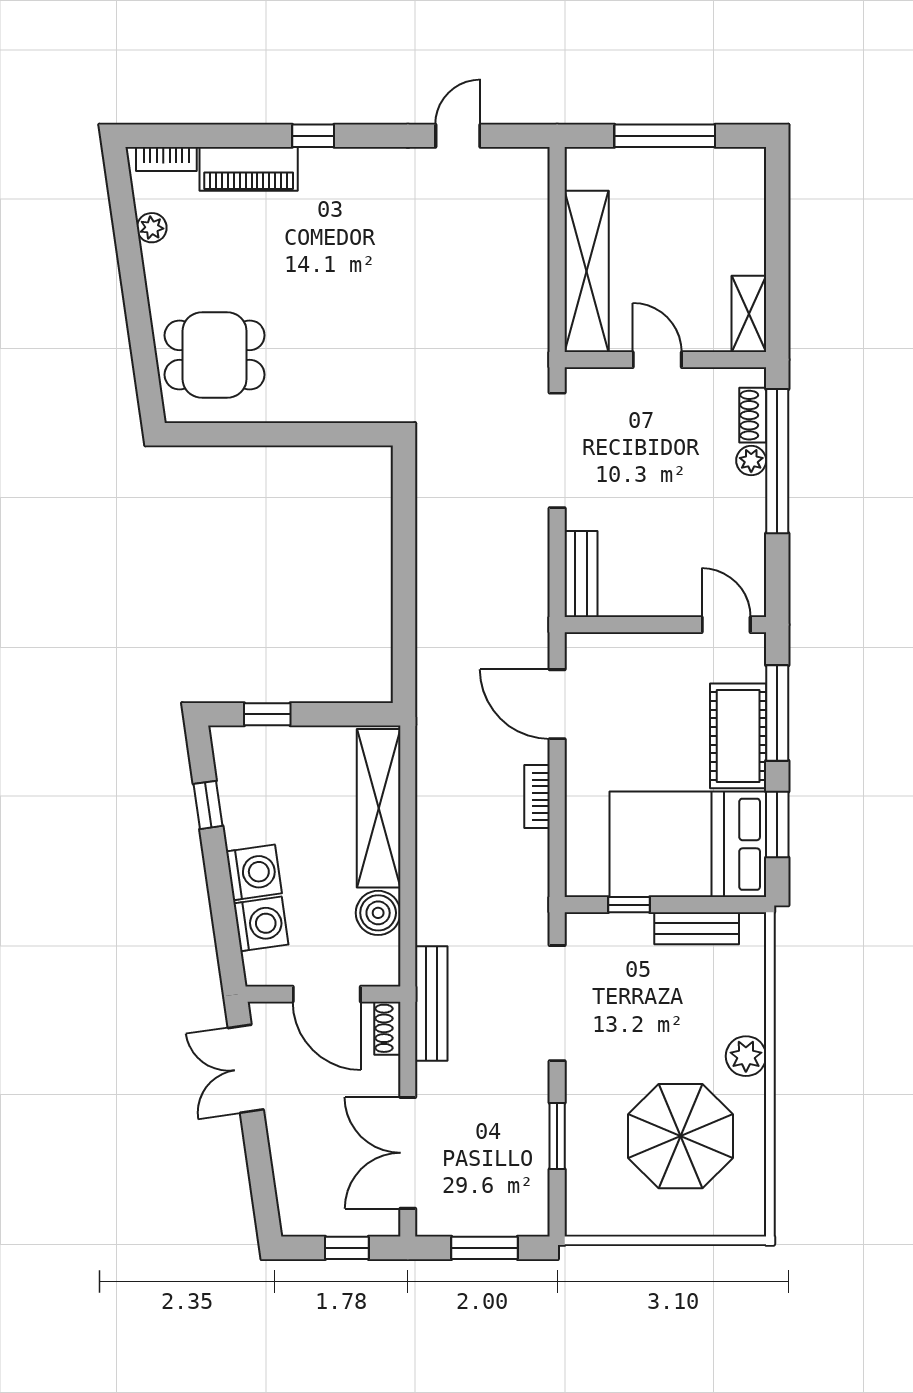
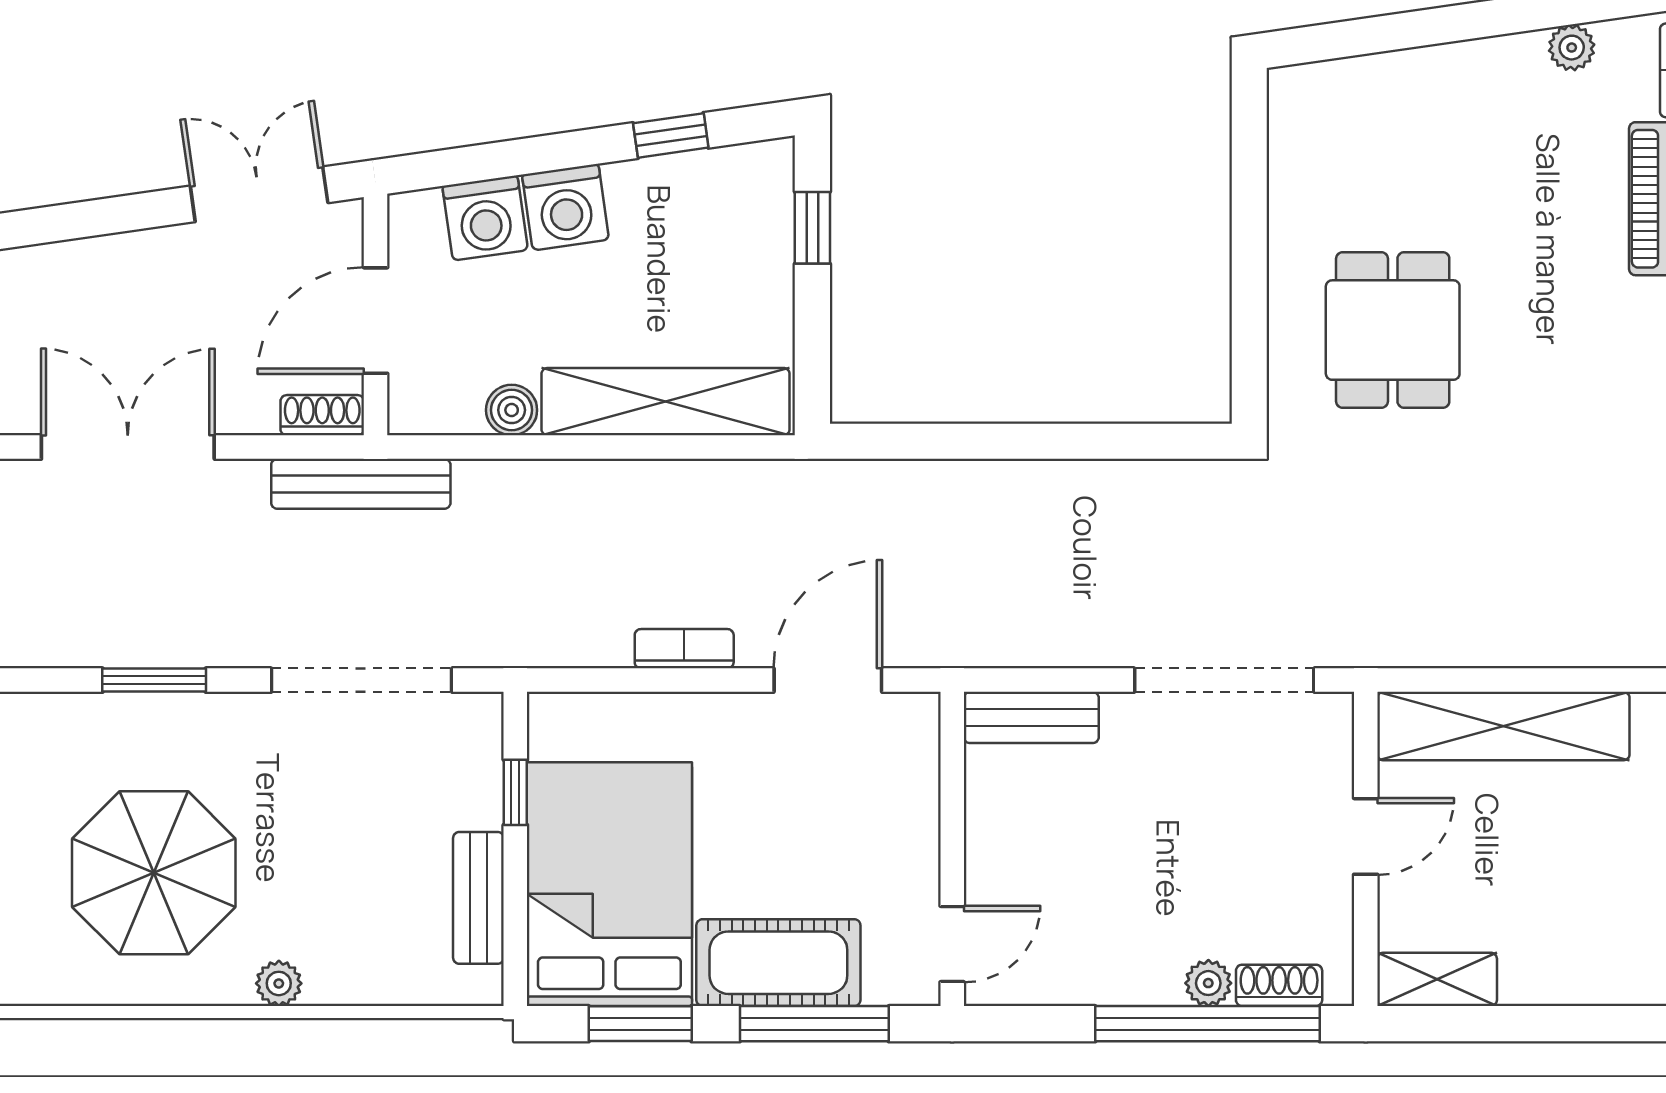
dining table: (215, 355) -> (1393, 330), moved
boiler: (378, 913) -> (512, 410), width x0.73, depth x0.73
plant: (746, 1056) -> (279, 983), width x0.73, depth x0.73

